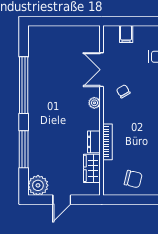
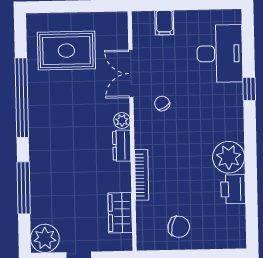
rug: (56, 52) -> (66, 51), added
dresser: (94, 142) -> (122, 146), moved

